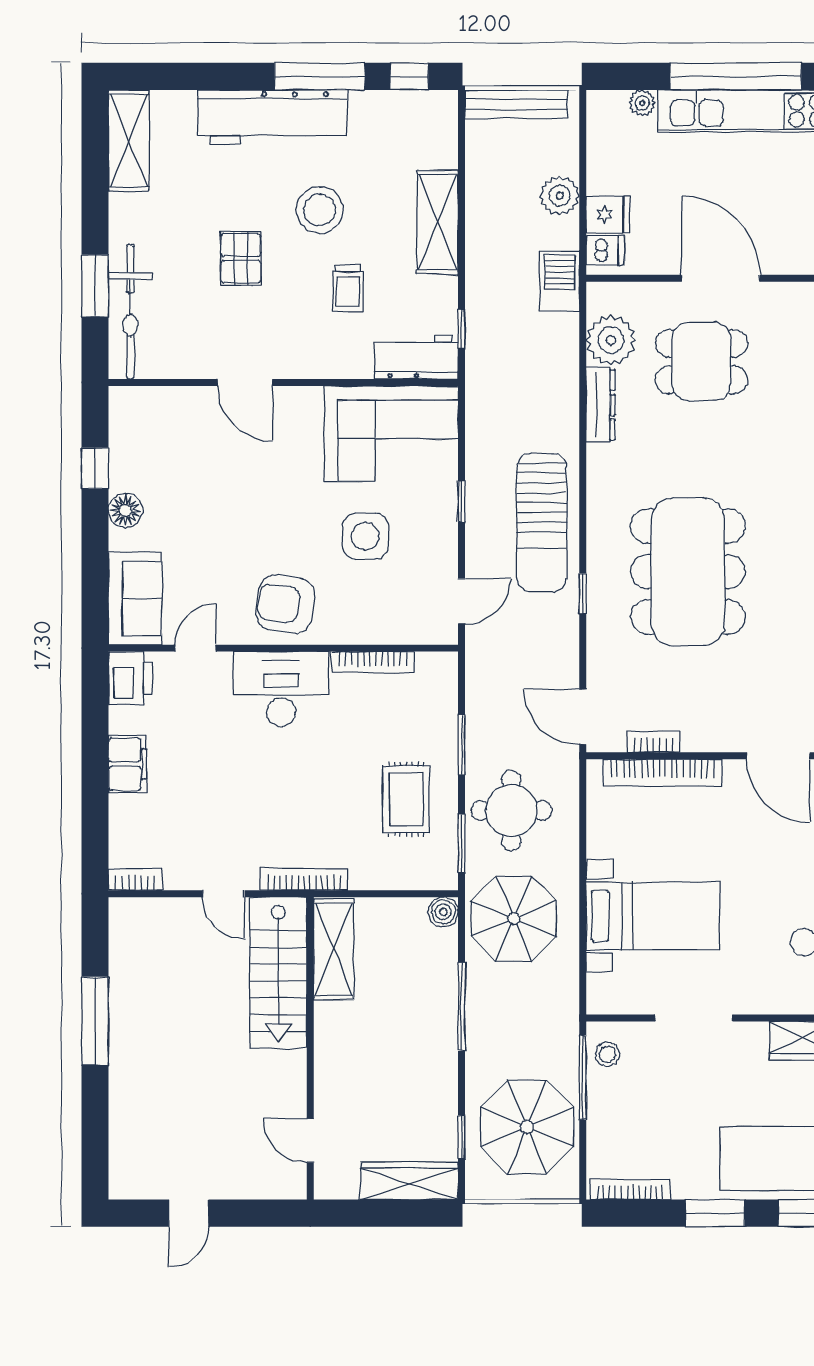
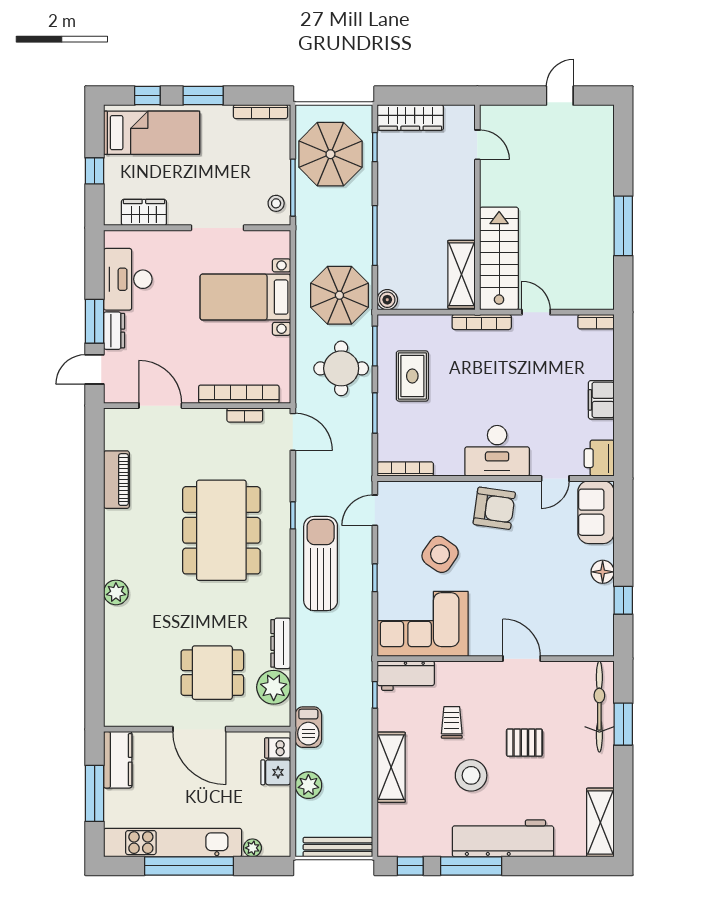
pallet: (241, 258) -> (524, 743), turned 90
side table: (365, 536) -> (440, 554), turned 35
bookcase: (373, 662) -> (405, 469), moved

